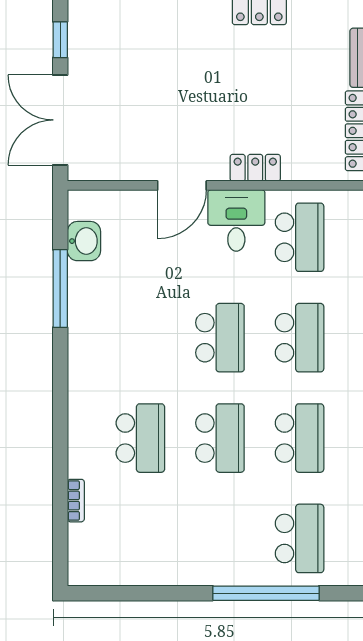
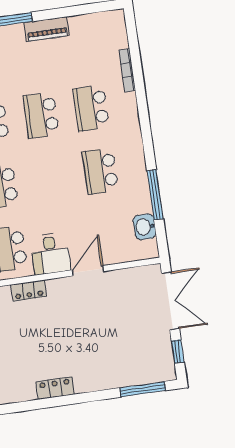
locker: (255, 168) -> (29, 291), moved
school desk: (220, 338) -> (100, 171), moved
bookcase: (76, 501) -> (127, 70), width x1.56
piano: (192, 571) -> (47, 29), added

